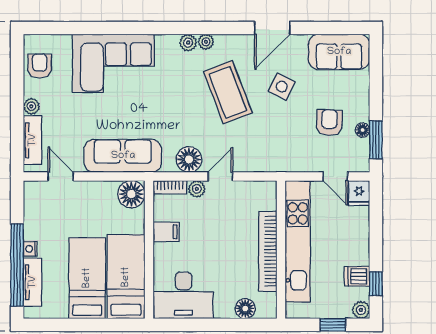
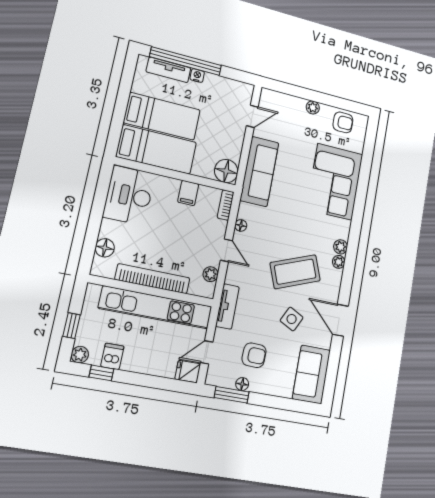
tv unit: (33, 140) -> (227, 306), moved, turned -90
floor lamp: (189, 159) -> (241, 225), width x0.53, depth x0.53
plant: (197, 189) -> (211, 274), moved

